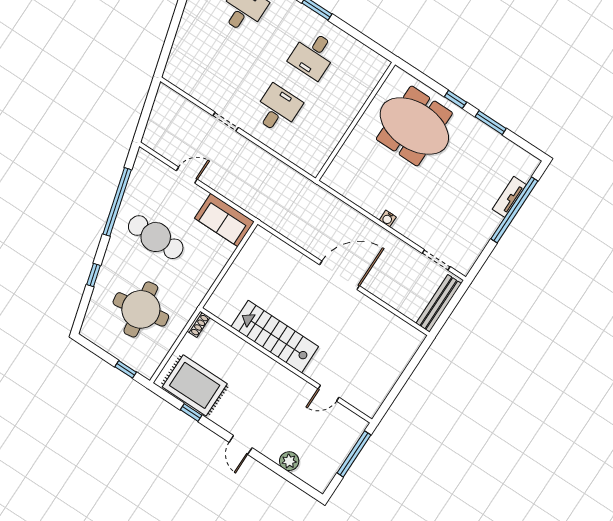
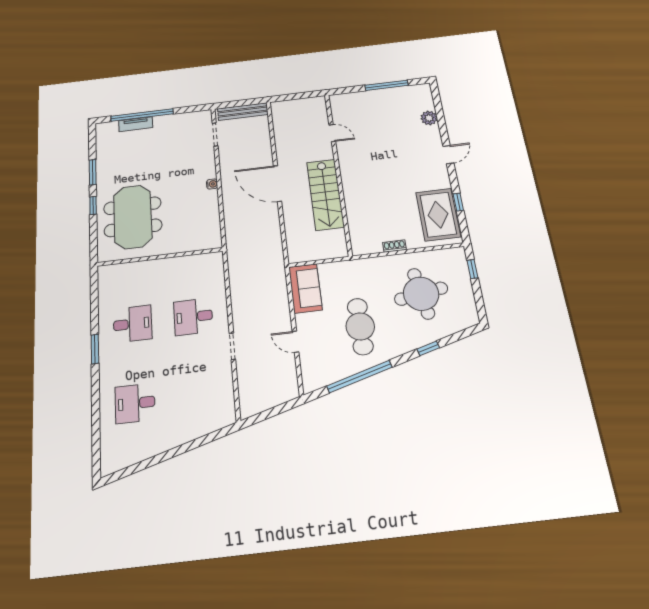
stairs: (275, 337) -> (325, 194), moved
wall: (286, 365) -> (338, 172), moved
door: (328, 393) -> (332, 133), moved

